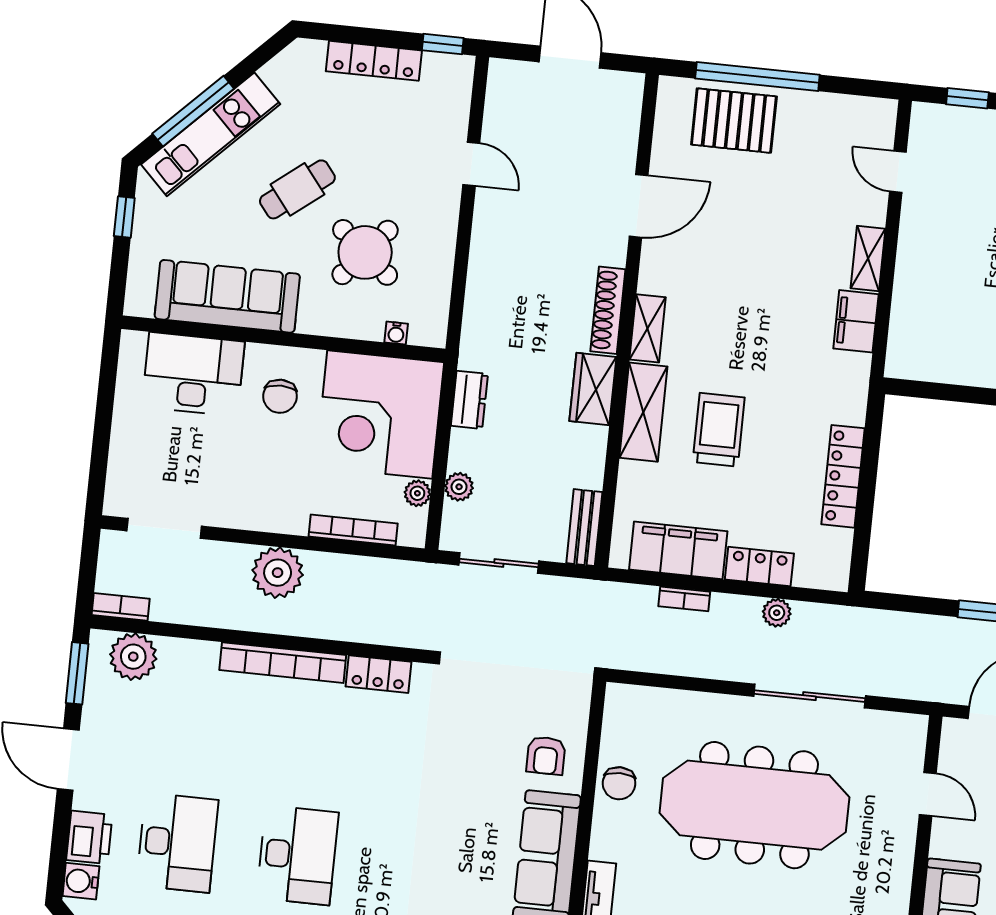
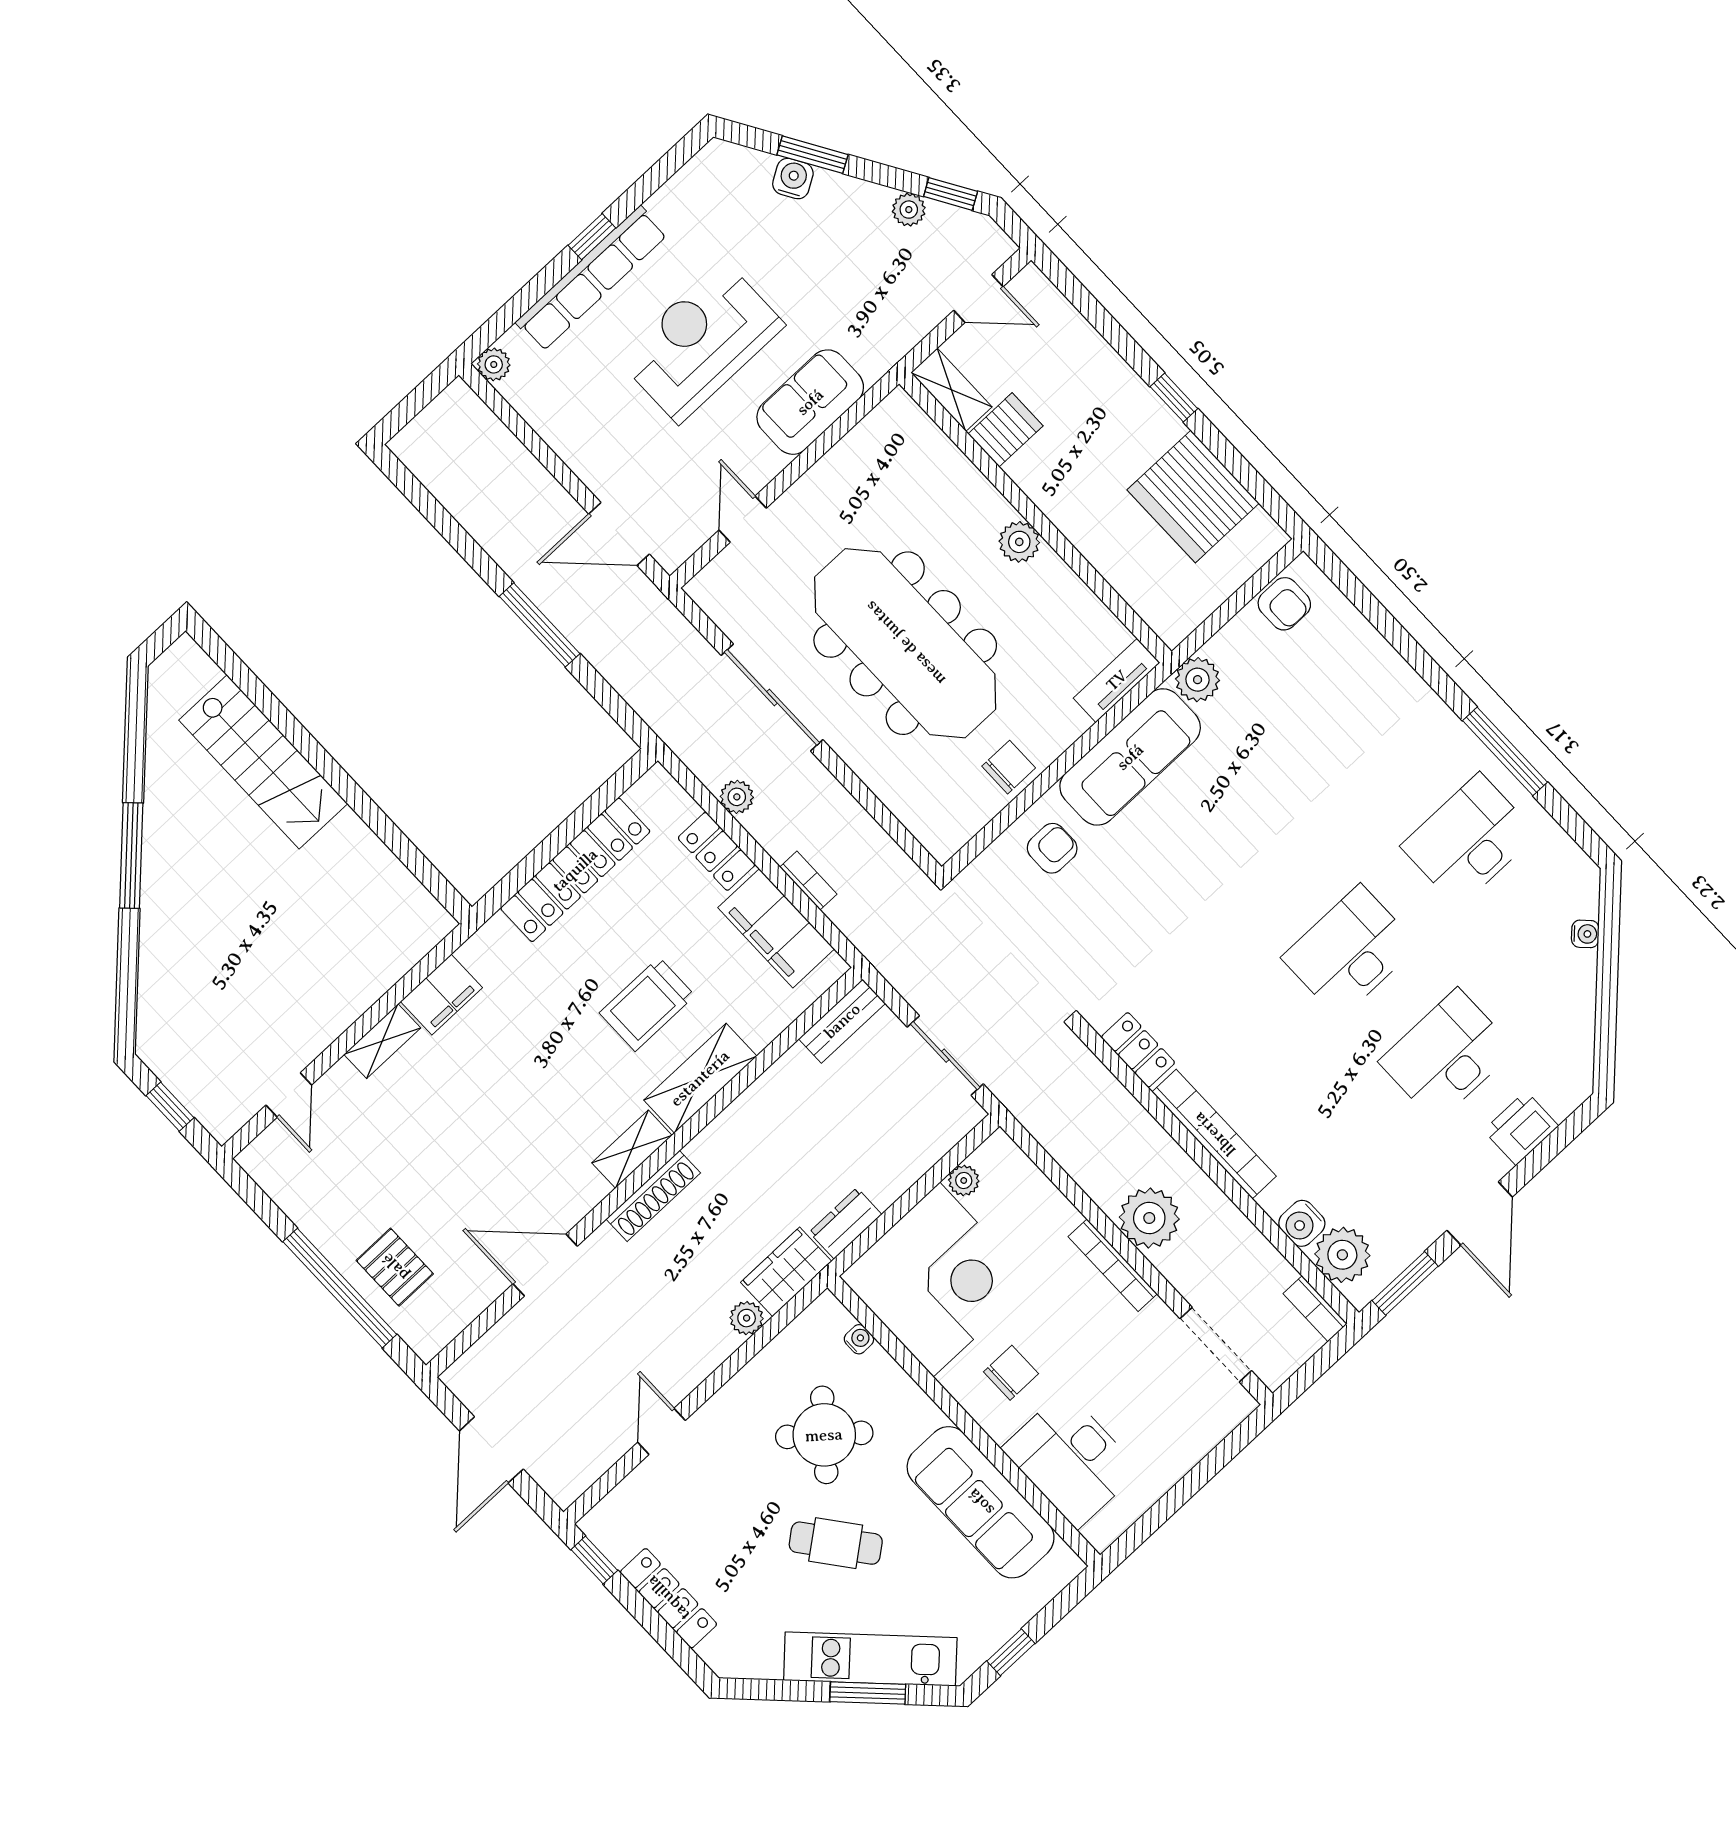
window: (193, 111) -> (868, 1693), width x0.69
pallet: (734, 121) -> (395, 1267), width x0.67, depth x0.71
wardrobe: (593, 389) -> (786, 1272), moved, turned 180
locker: (843, 476) -> (575, 870), width x1.41, depth x1.21
plant: (459, 487) -> (747, 1318), moved
bookcase: (353, 530) -> (1113, 1265), moved
water cooler: (81, 881) -> (1302, 1223), moved, turned 90

